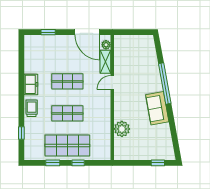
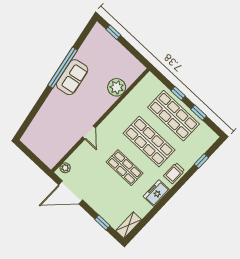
door: (87, 32) -> (71, 192), swing flipped
shelving: (105, 62) -> (129, 225), moved
door: (112, 82) -> (89, 132), hinge flipped
window: (165, 83) -> (63, 68), moved
shop shelf: (67, 113) -> (149, 142), width x1.43, depth x1.36

